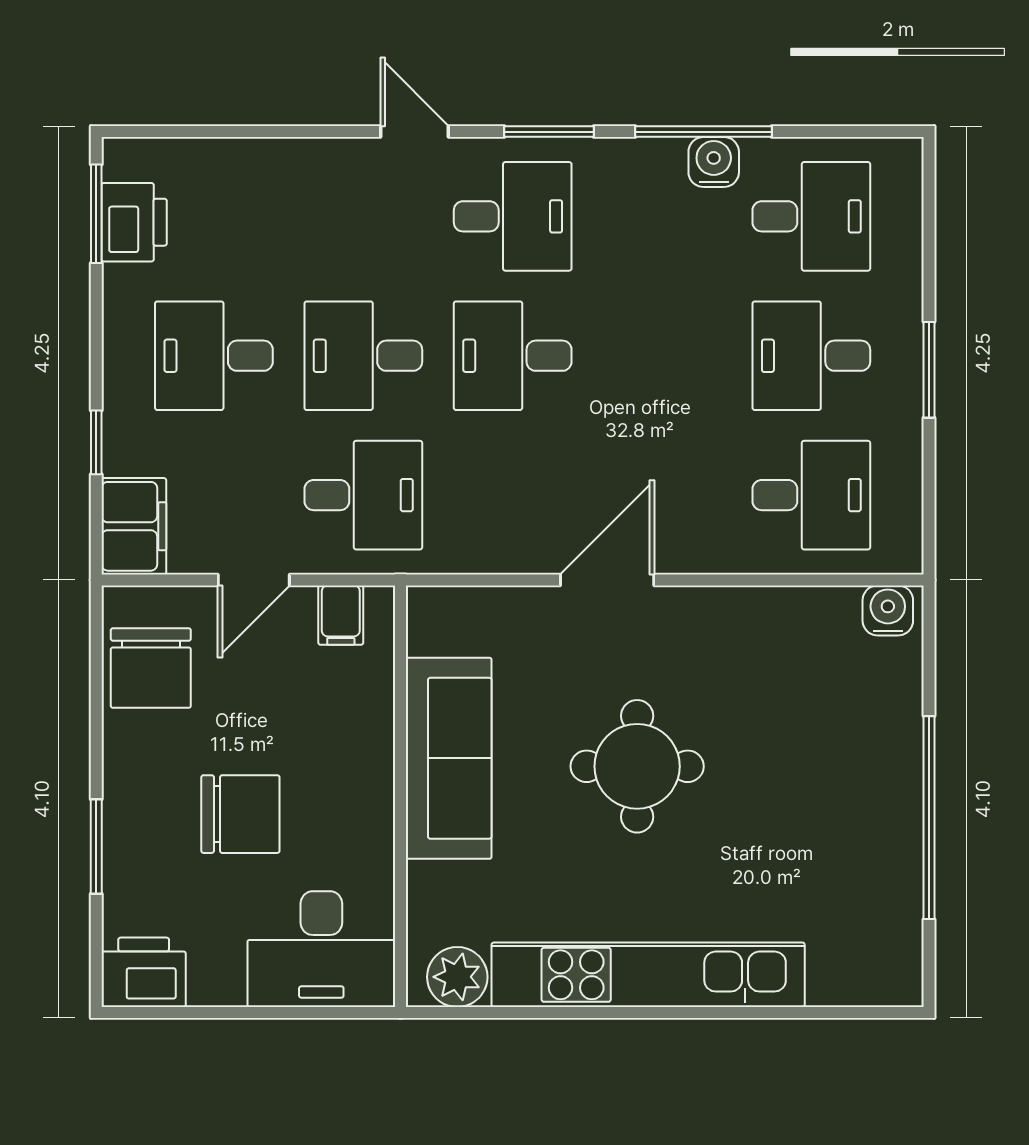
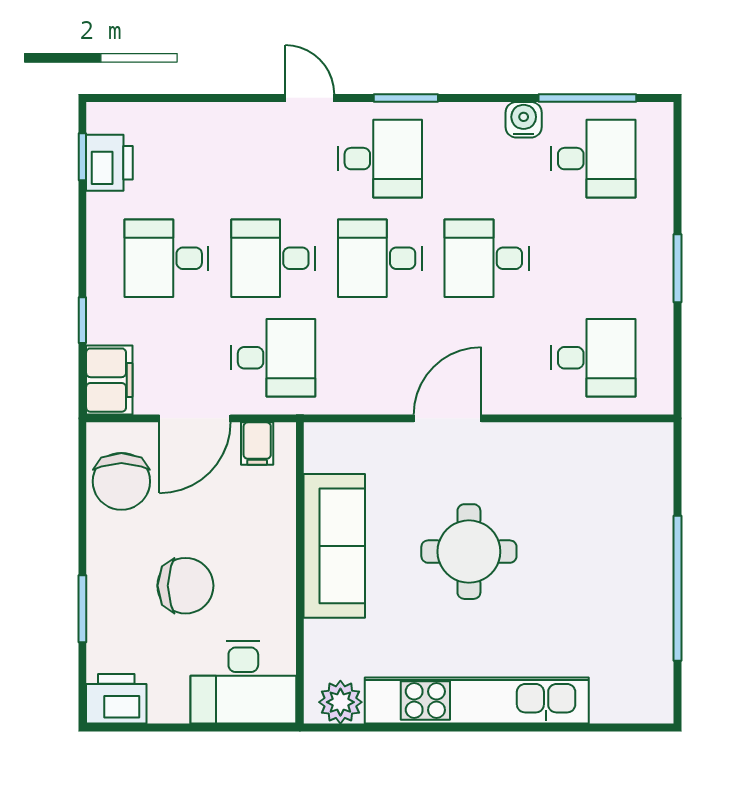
window: (704, 132) -> (587, 98), moved
window: (96, 214) -> (82, 157), width x0.67
desk: (811, 356) -> (487, 258), moved
door: (254, 580) -> (195, 418), width x1.38
water cooler: (888, 610) -> (648, 440), removed

